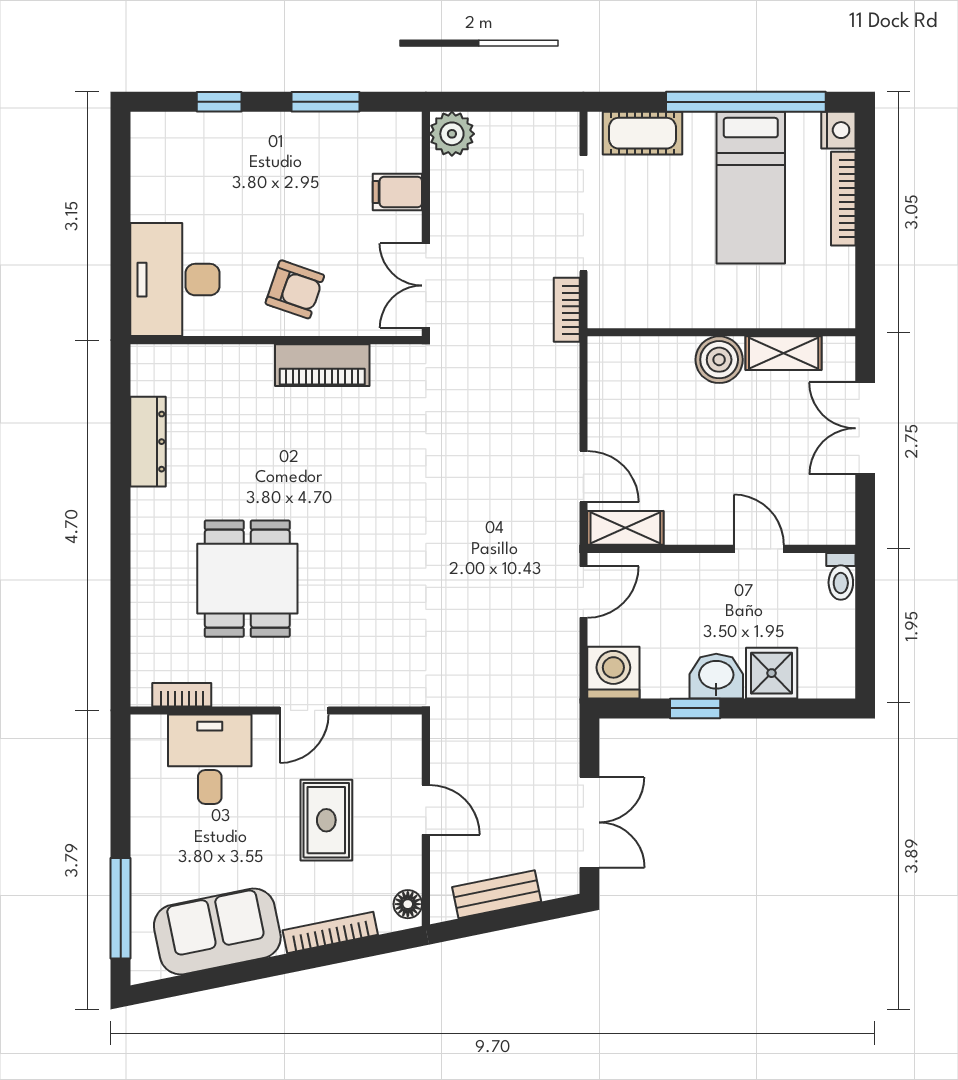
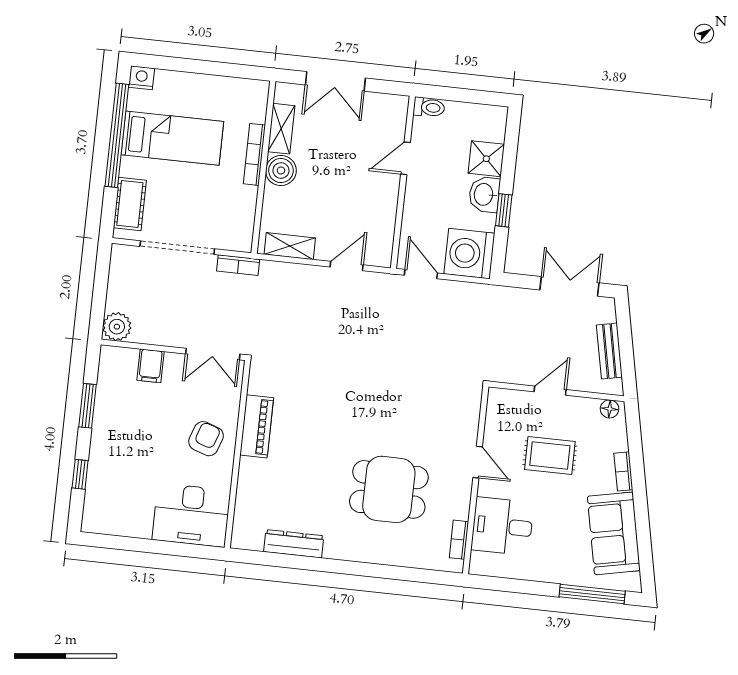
bookcase: (843, 199) -> (254, 154), moved, turned 90
shelving: (625, 528) -> (290, 246), moved, turned 90
washing machine: (613, 673) -> (469, 254), width x1.37, depth x1.37
bookcase: (330, 933) -> (623, 471), width x0.64

